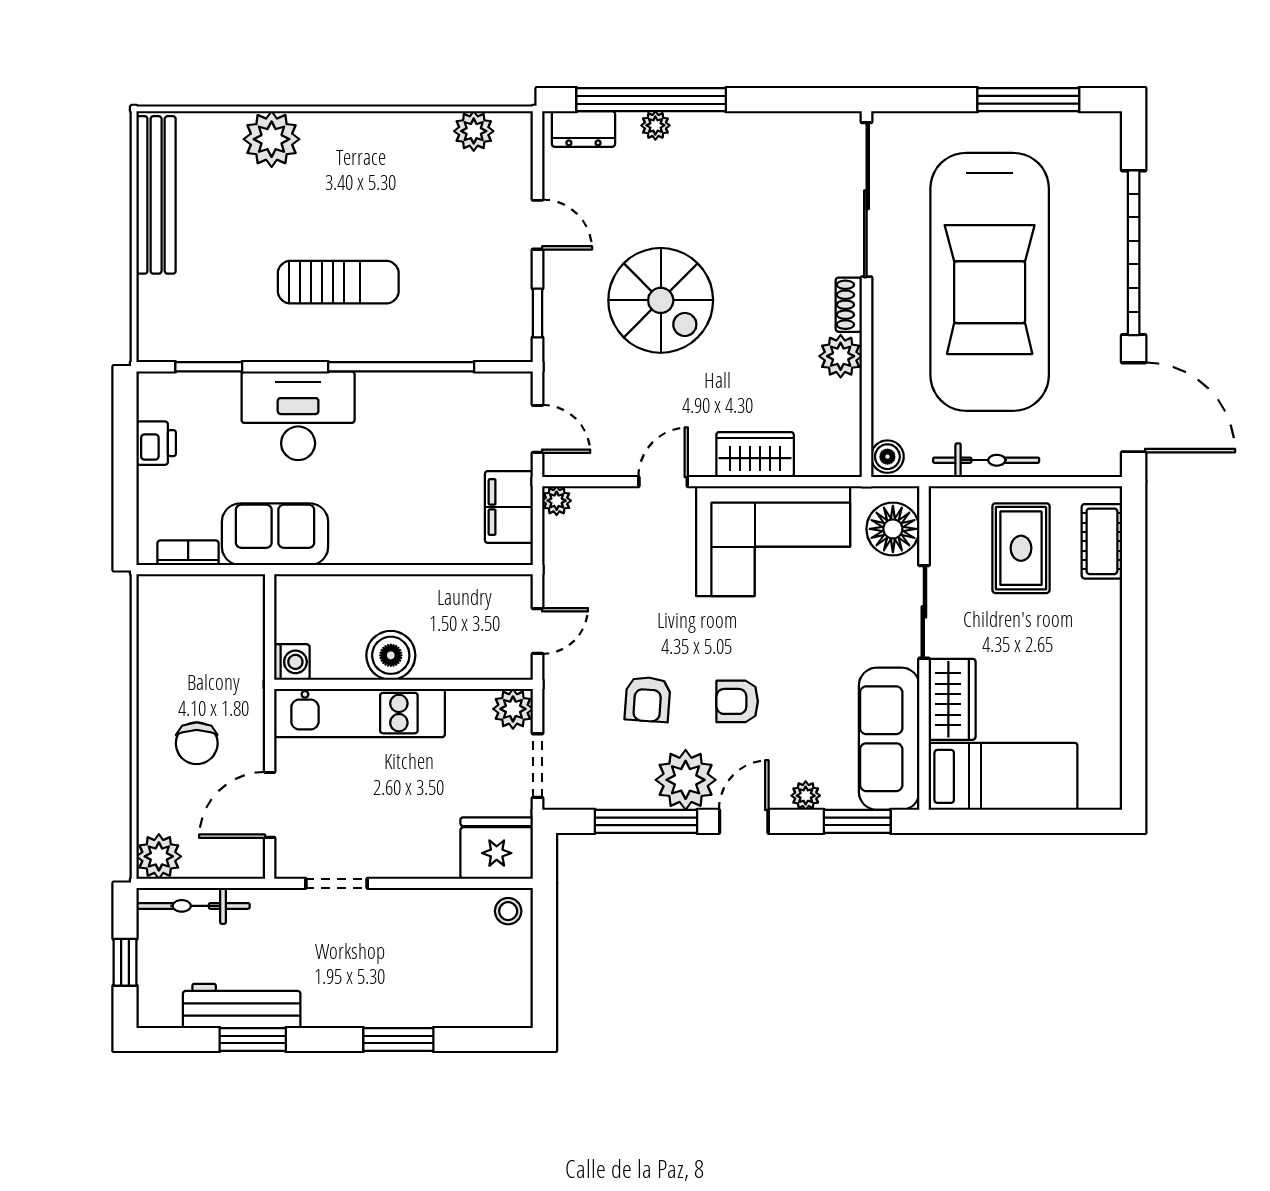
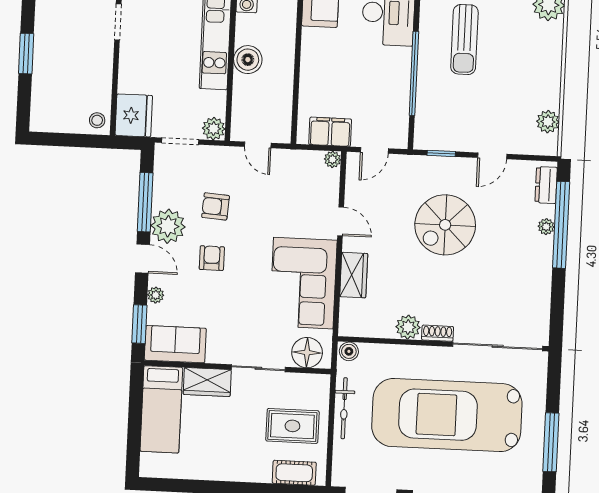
sofa: (889, 739) -> (175, 344), width x0.73

